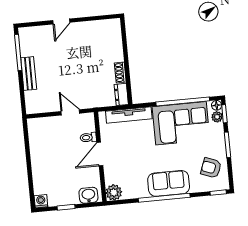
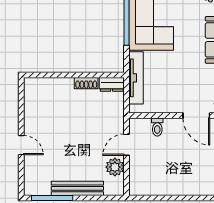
bench: (29, 74) -> (77, 188), width x1.36
plant: (50, 104) -> (115, 167), added
door: (100, 154) -> (196, 115), moved

